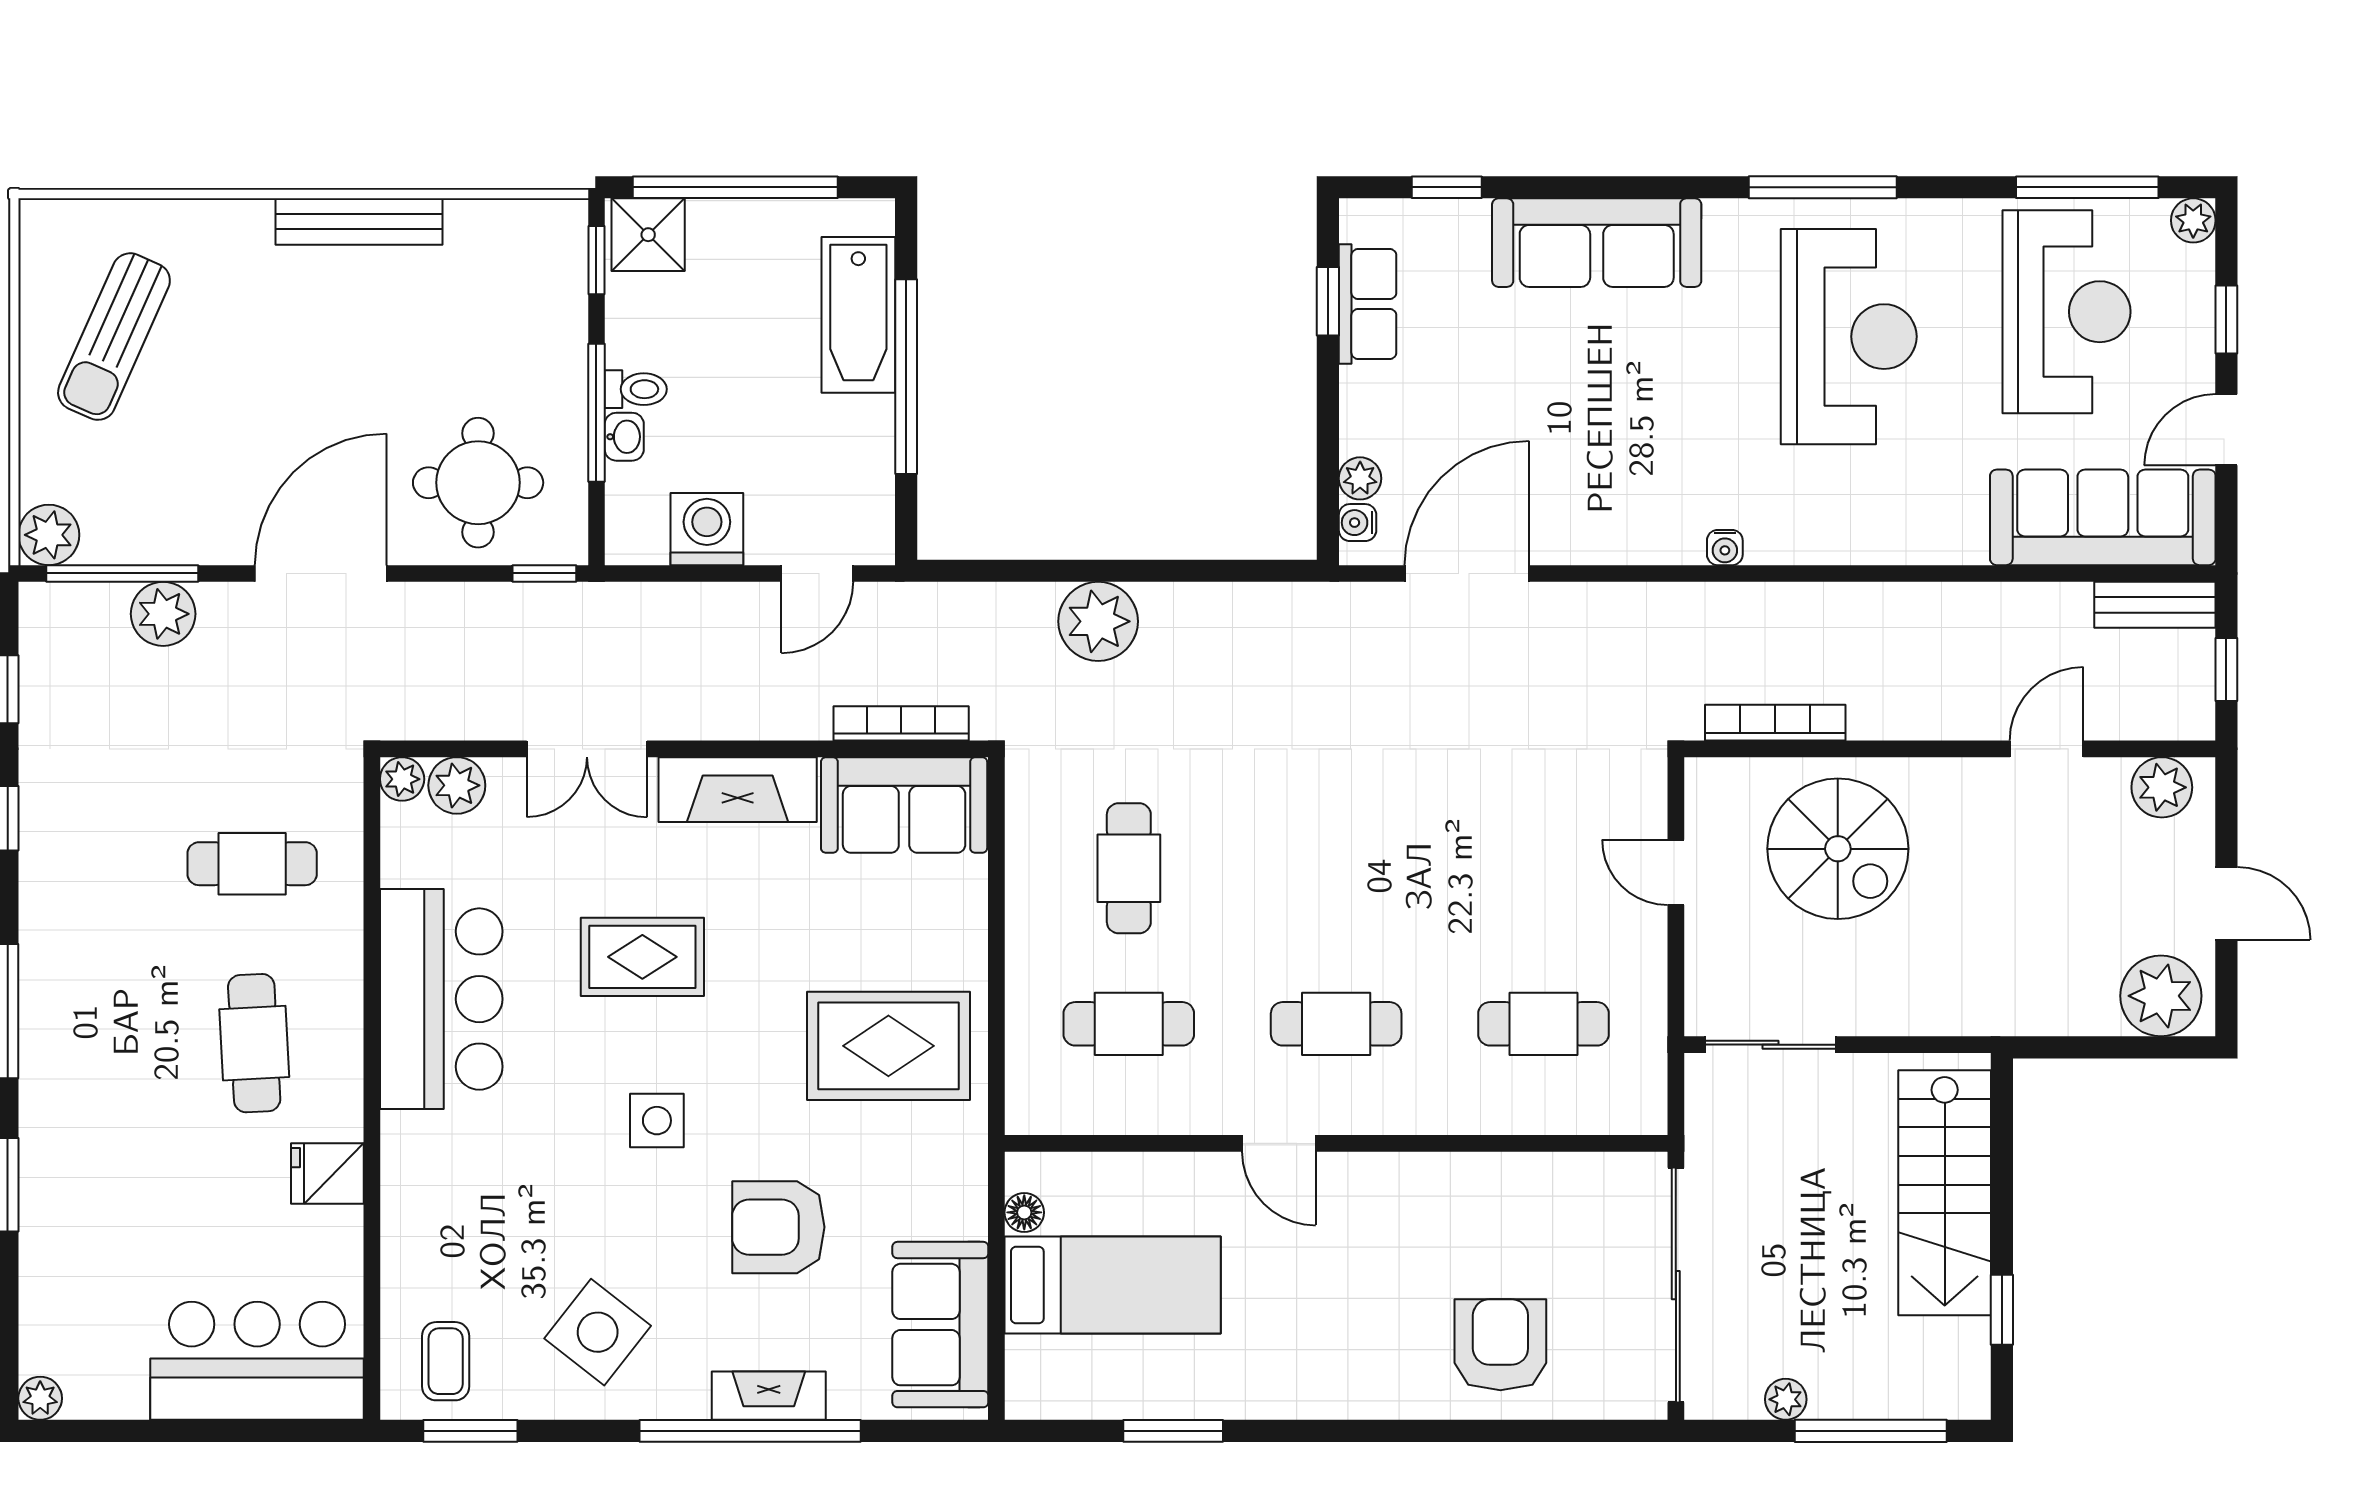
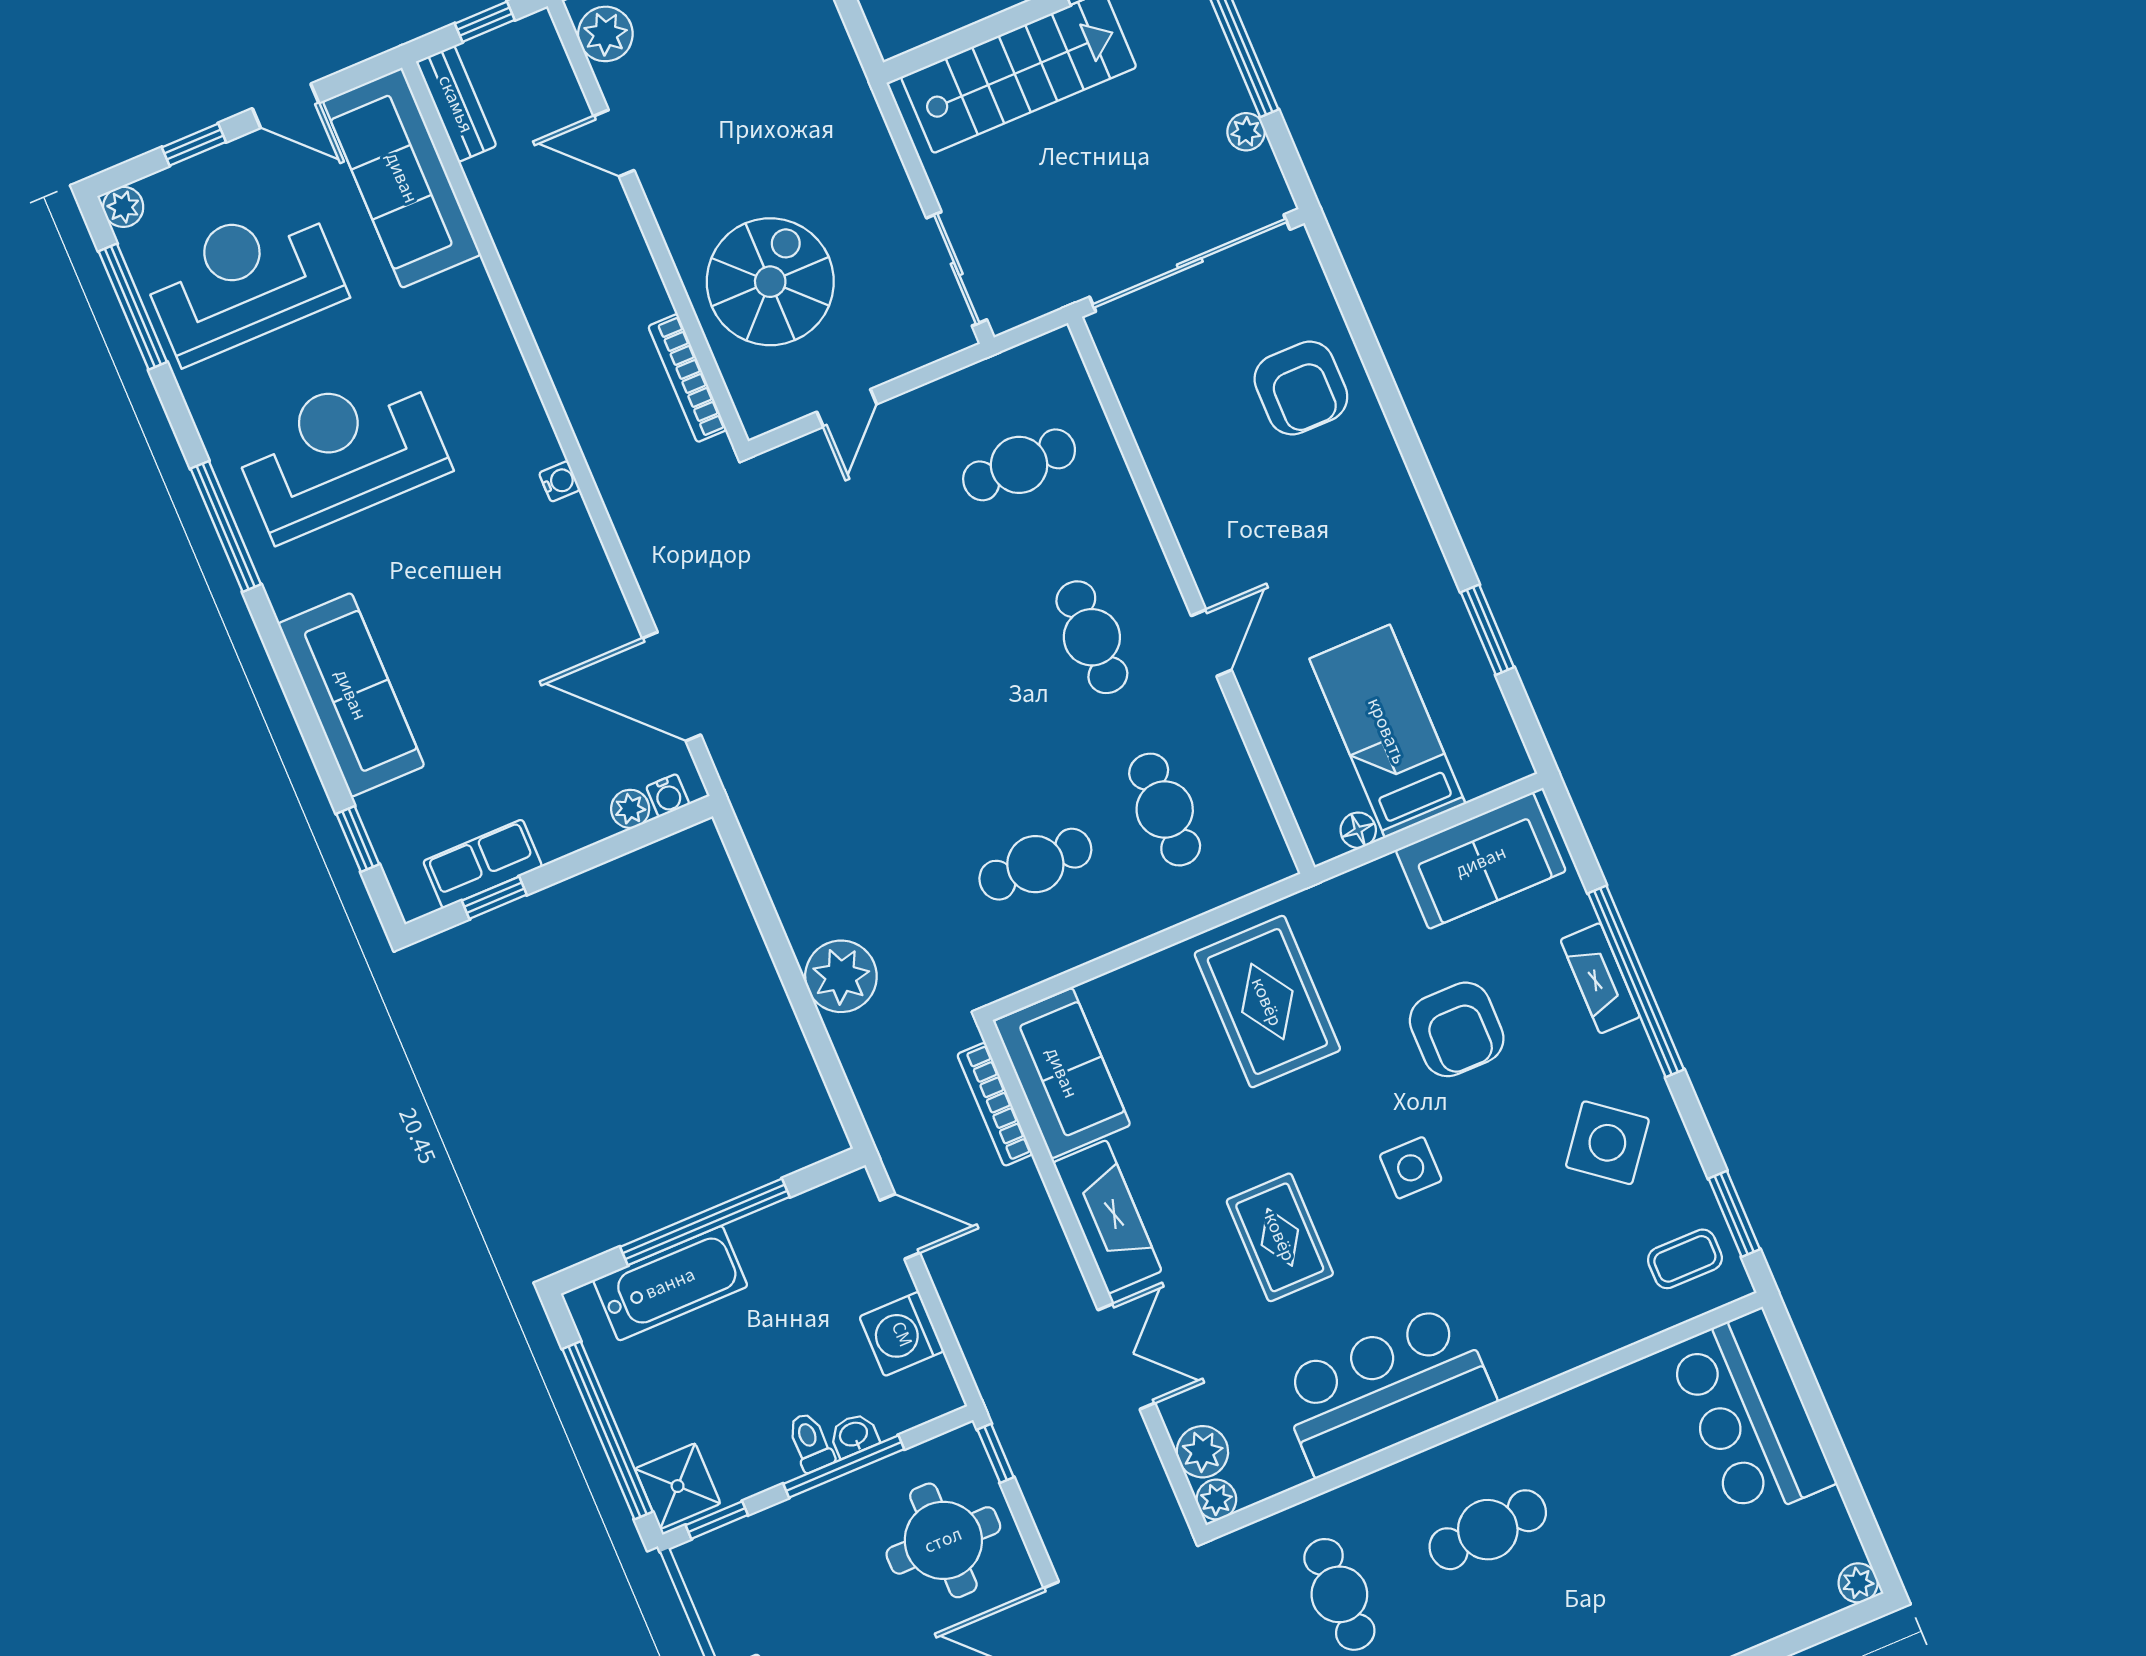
cafe table: (1543, 1024) -> (1019, 465), turned 90
fridge: (327, 1173) -> (1570, 1423), removed
armchair: (1500, 1345) -> (1301, 388), turned -90

